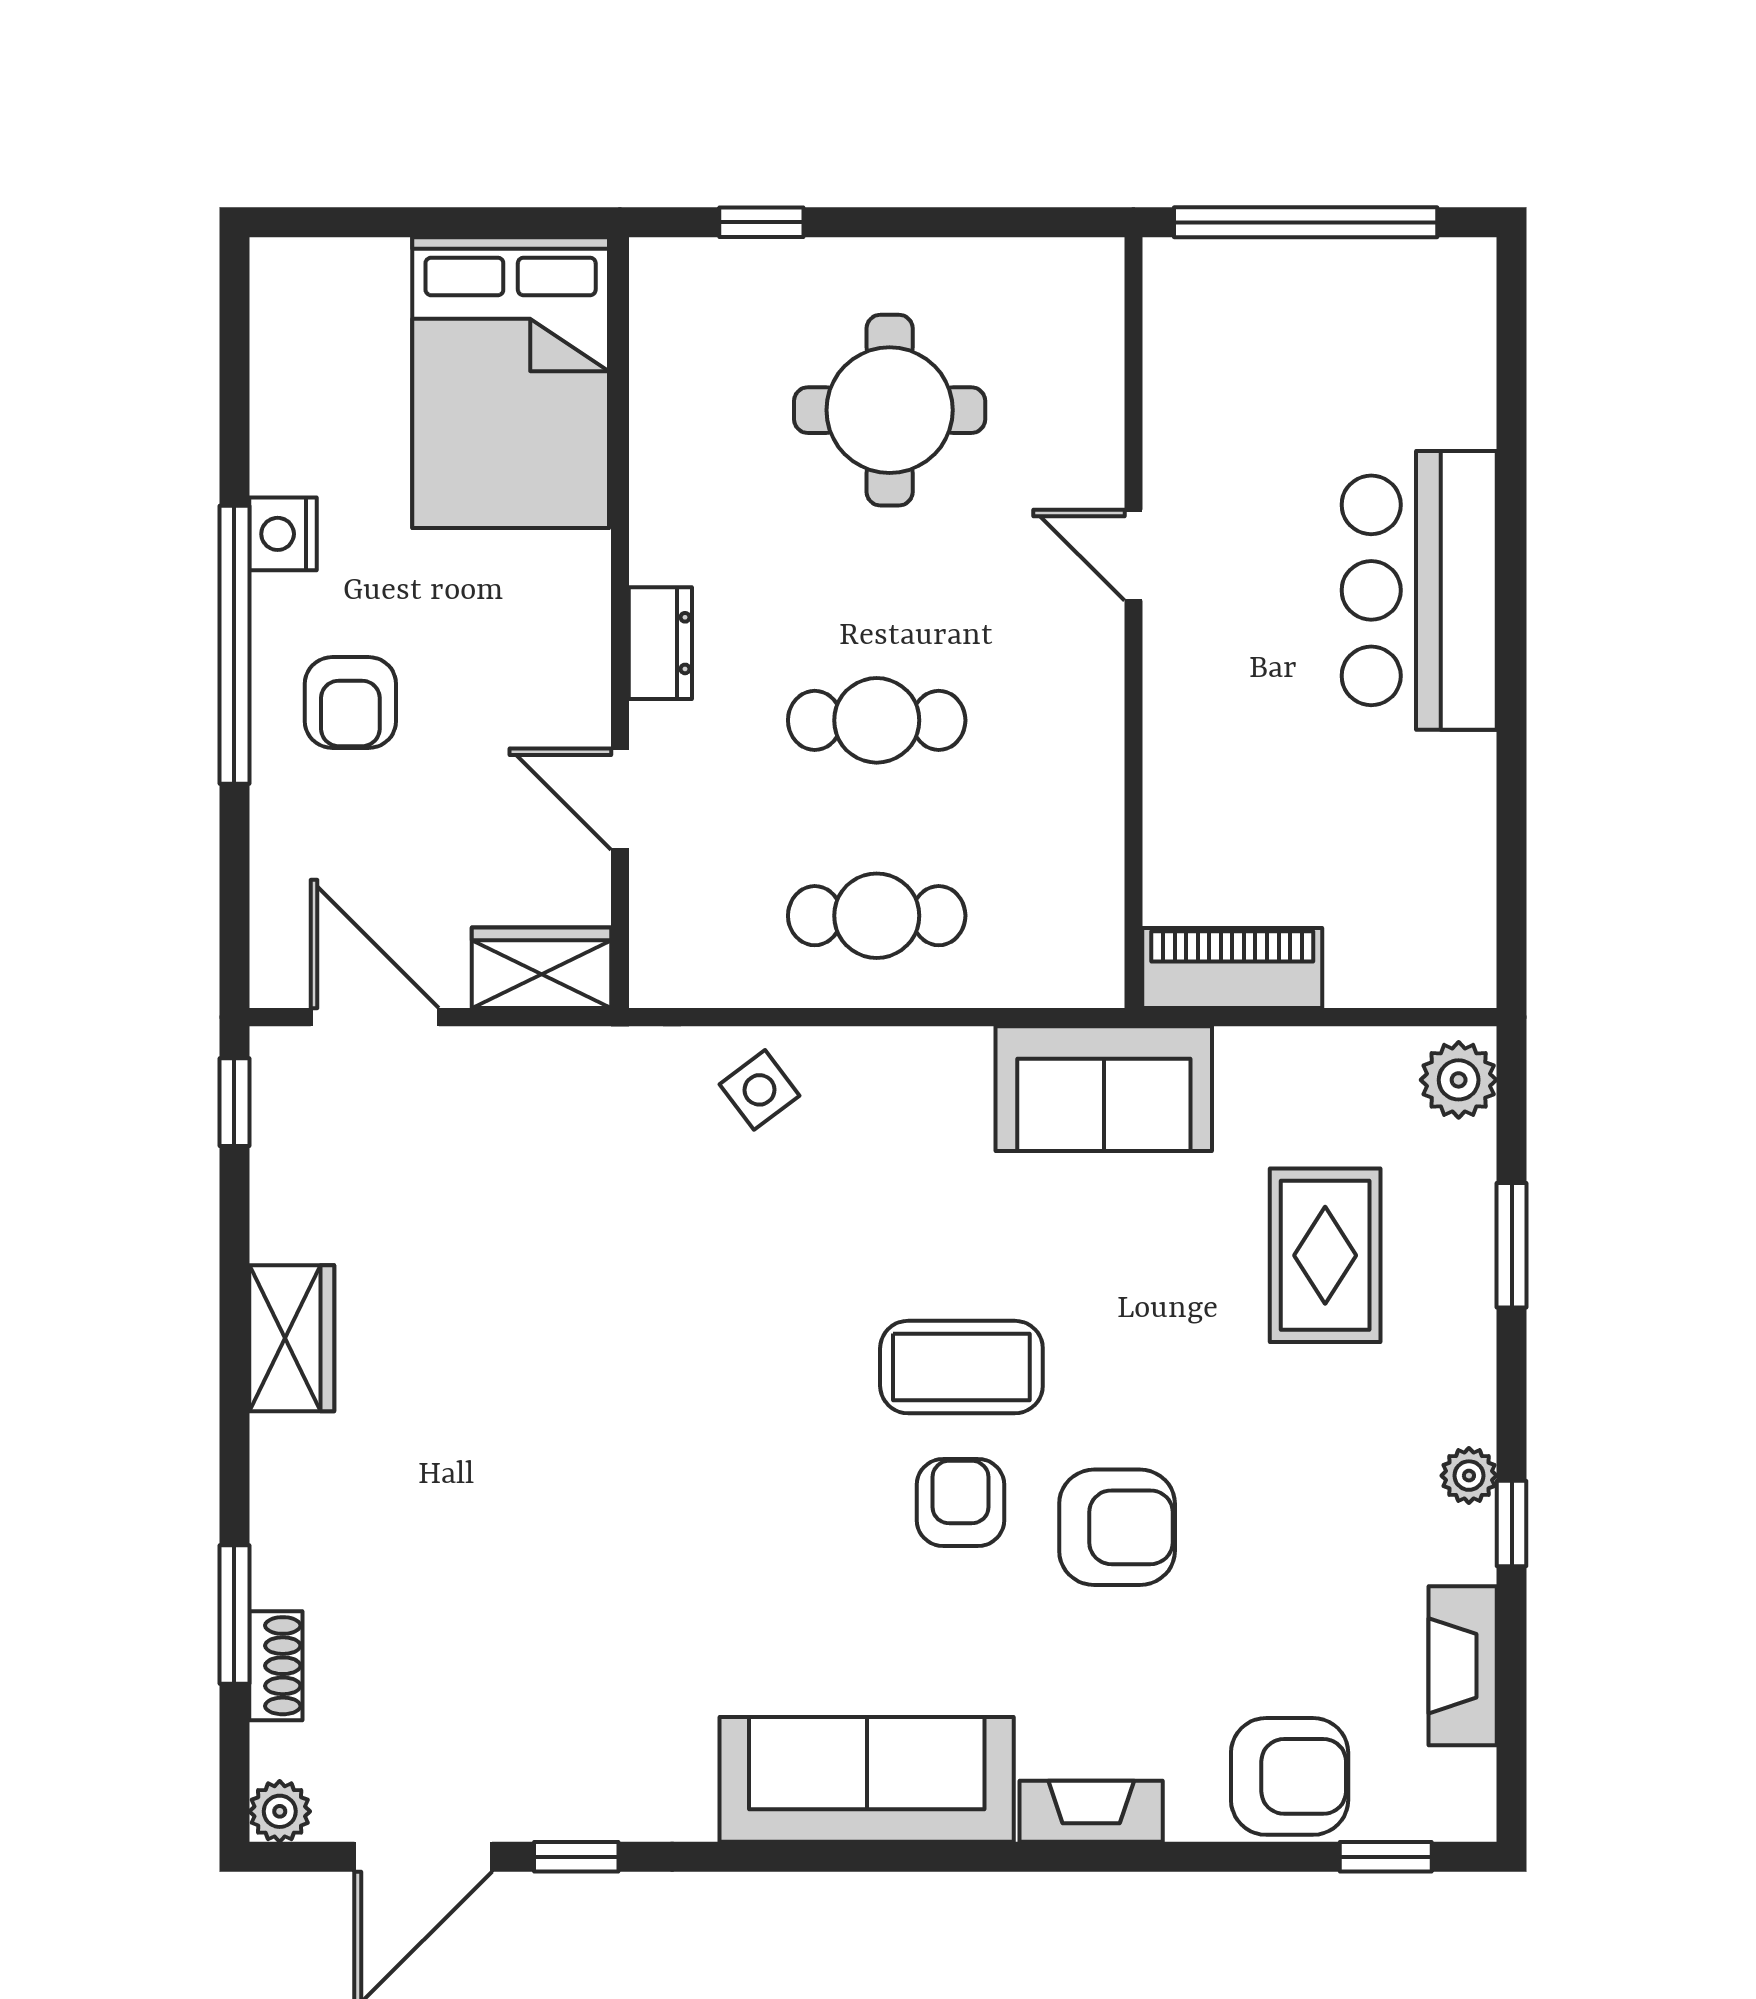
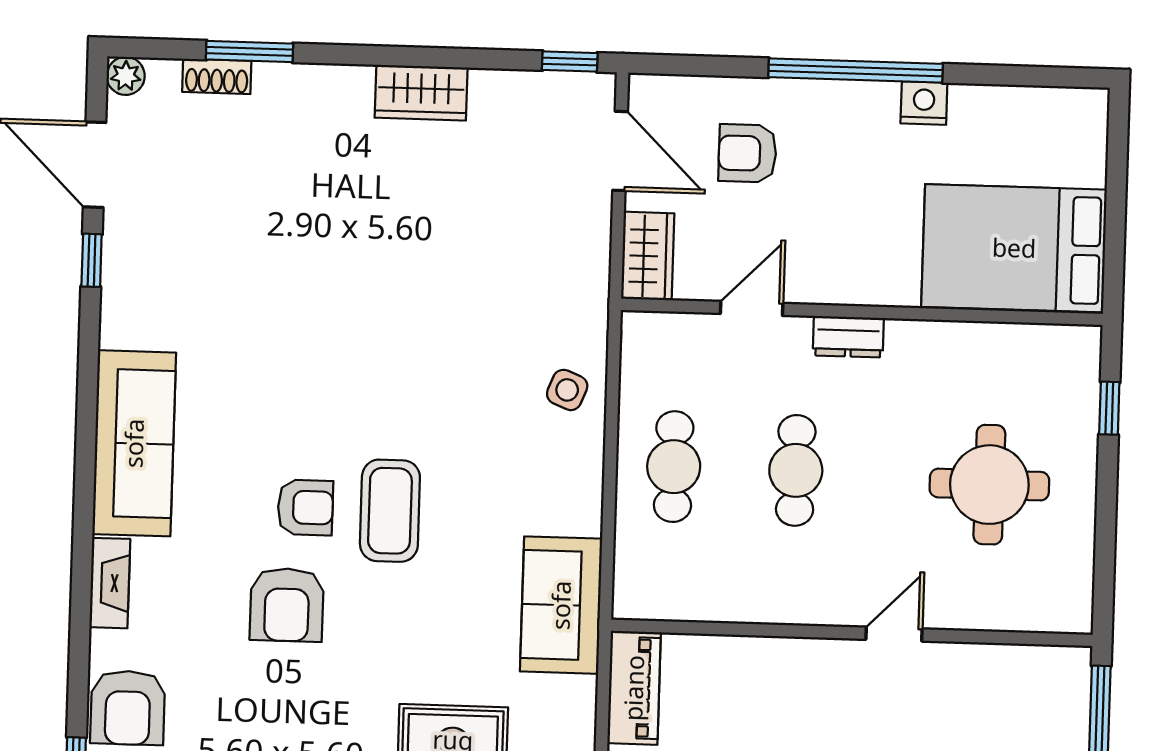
armchair: (350, 703) -> (747, 153), moved
door: (375, 1017) -> (620, 151), hinge flipped
side table: (760, 1090) -> (567, 390), turned -31

